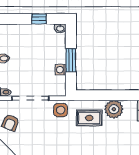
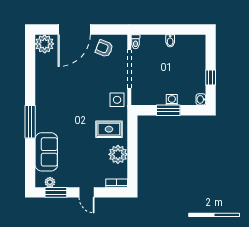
washing machine: (61, 70) -> (172, 100), moved
rug: (89, 118) -> (109, 129), turned 90

